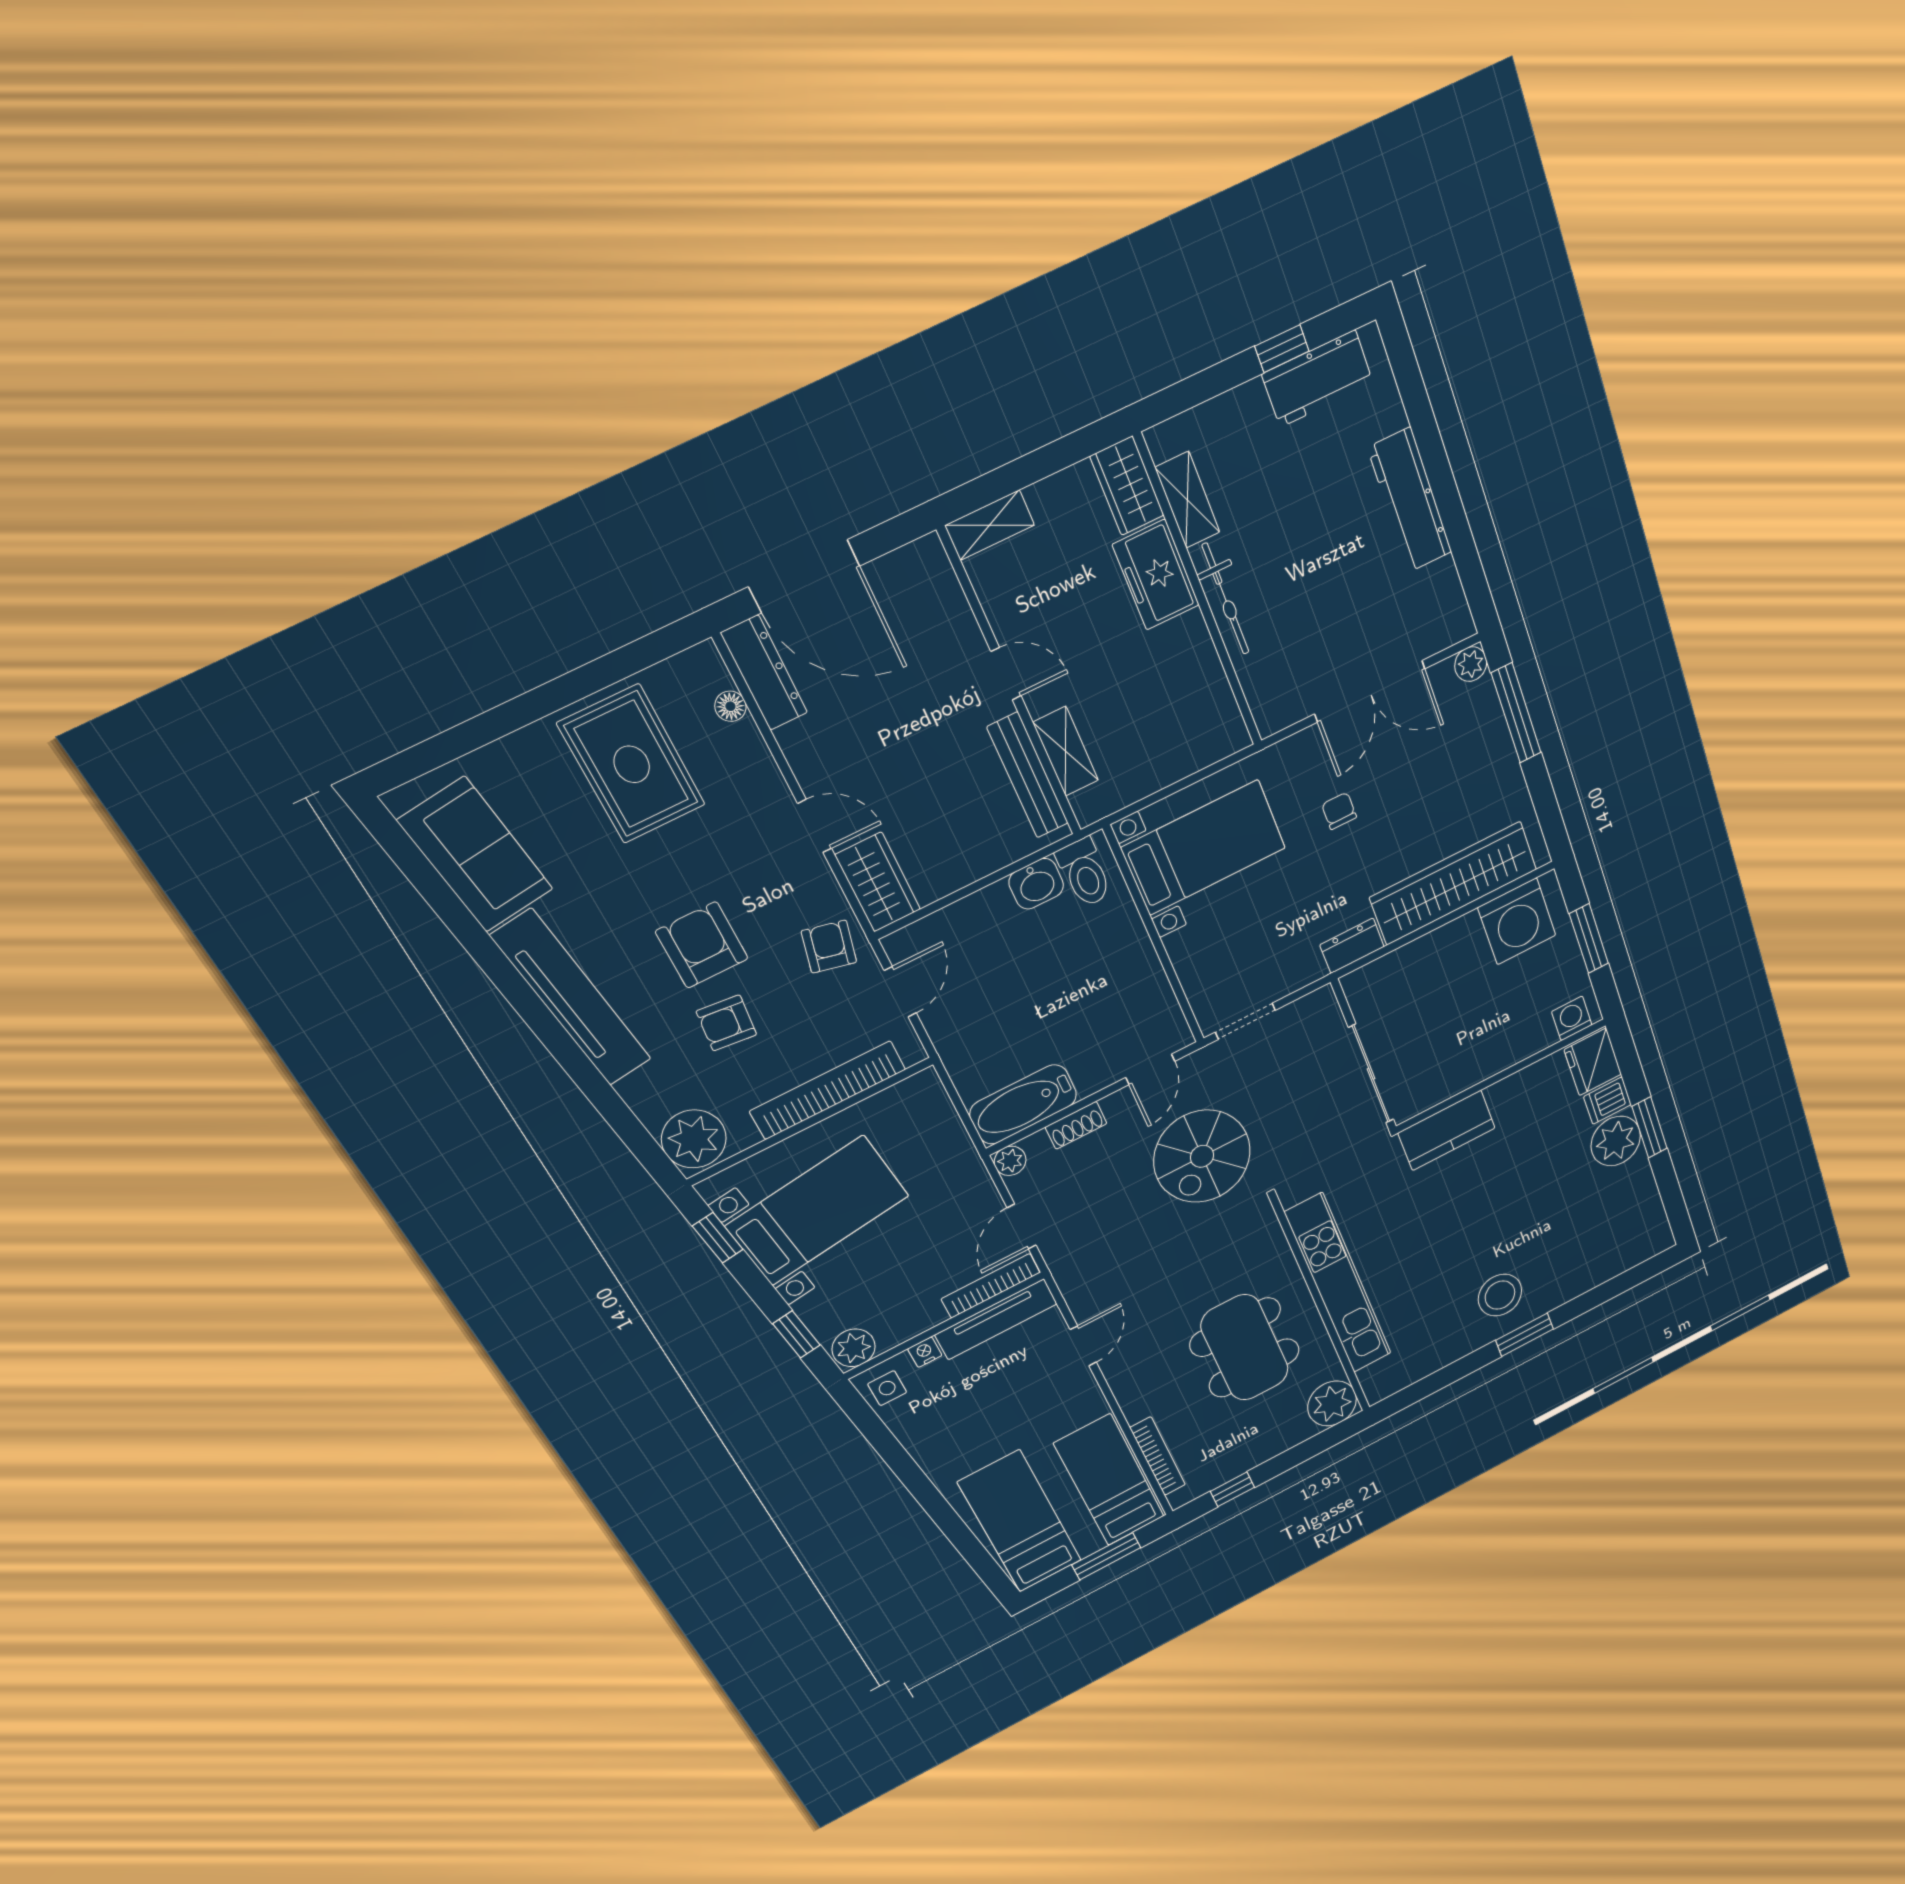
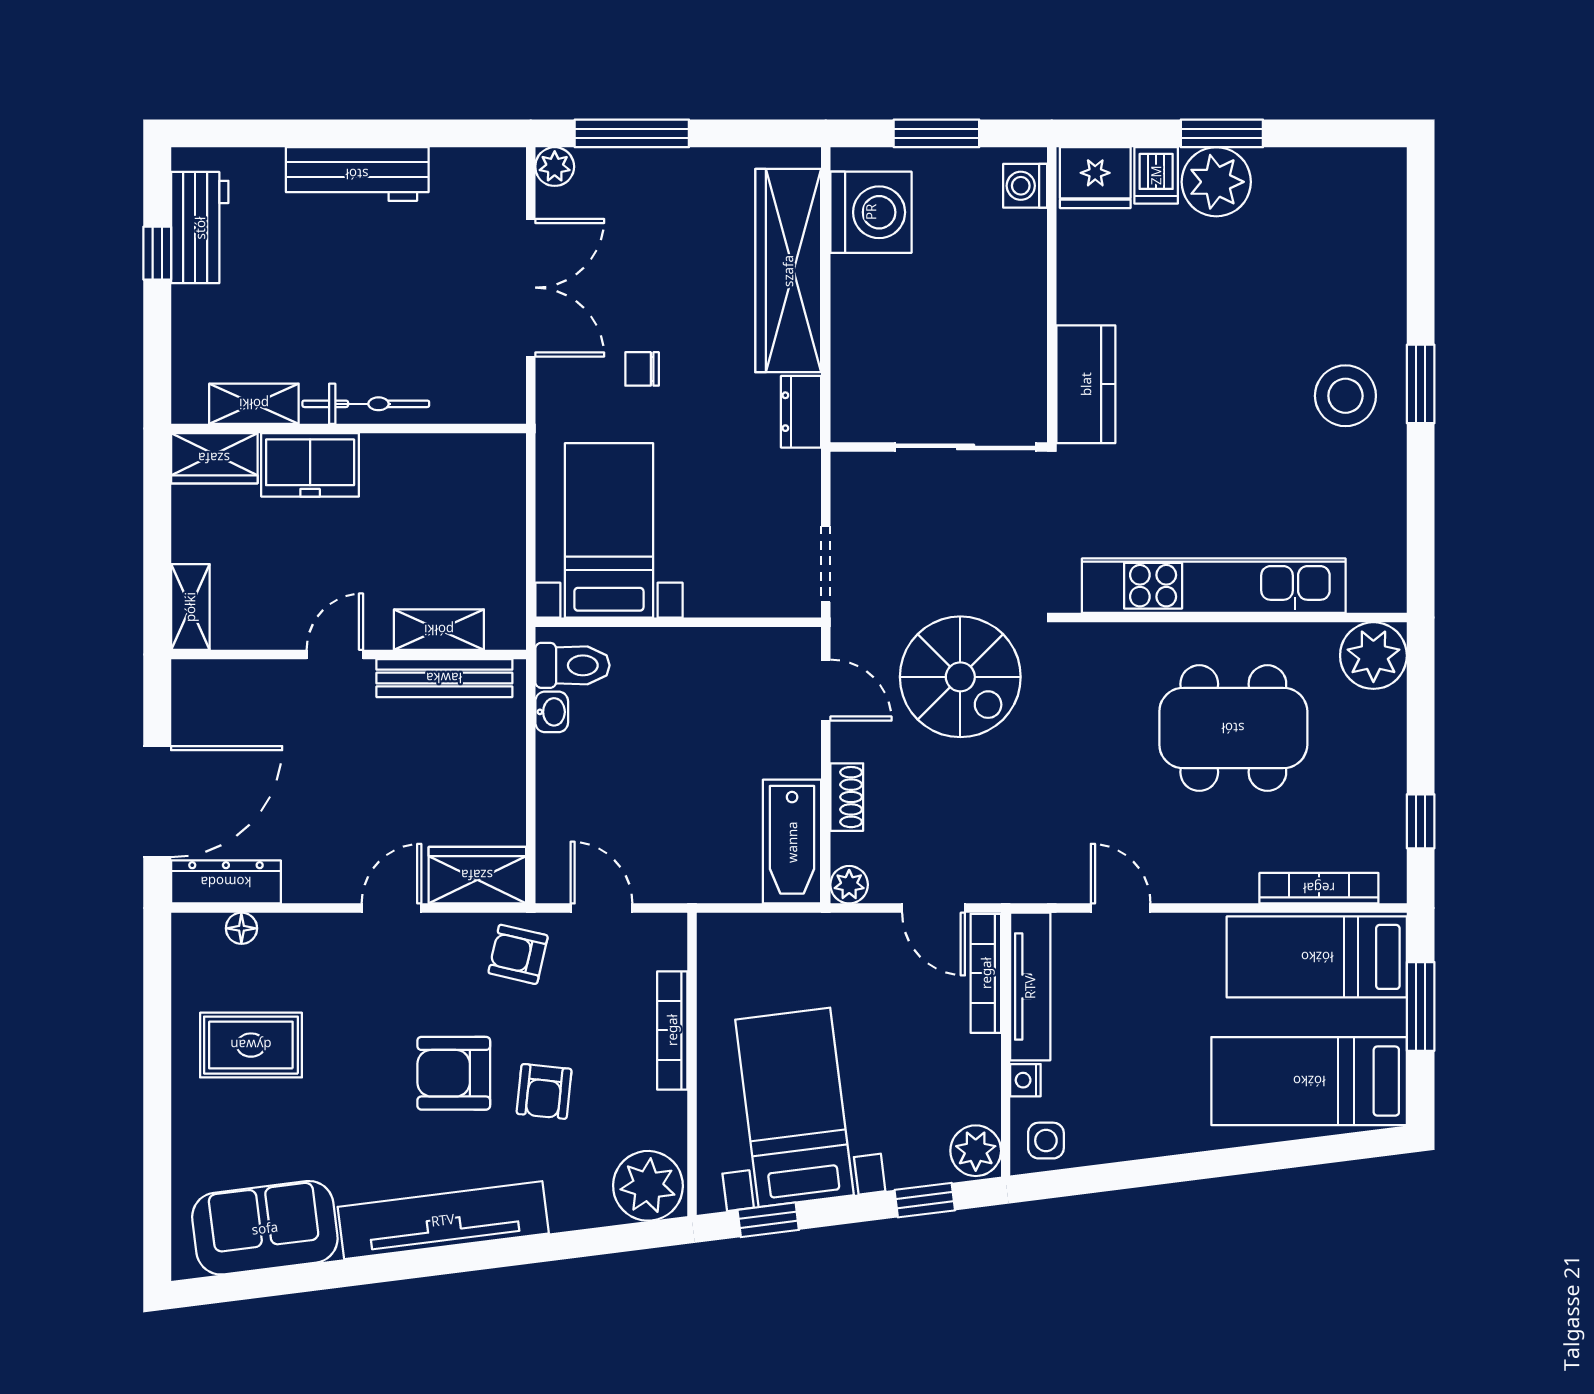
rug: (632, 764) -> (251, 1045), width x0.73, depth x0.70
washbasin: (1036, 884) -> (552, 712), width x0.72, depth x0.69
bookcase: (828, 1090) -> (672, 1030), width x0.68, depth x0.76

